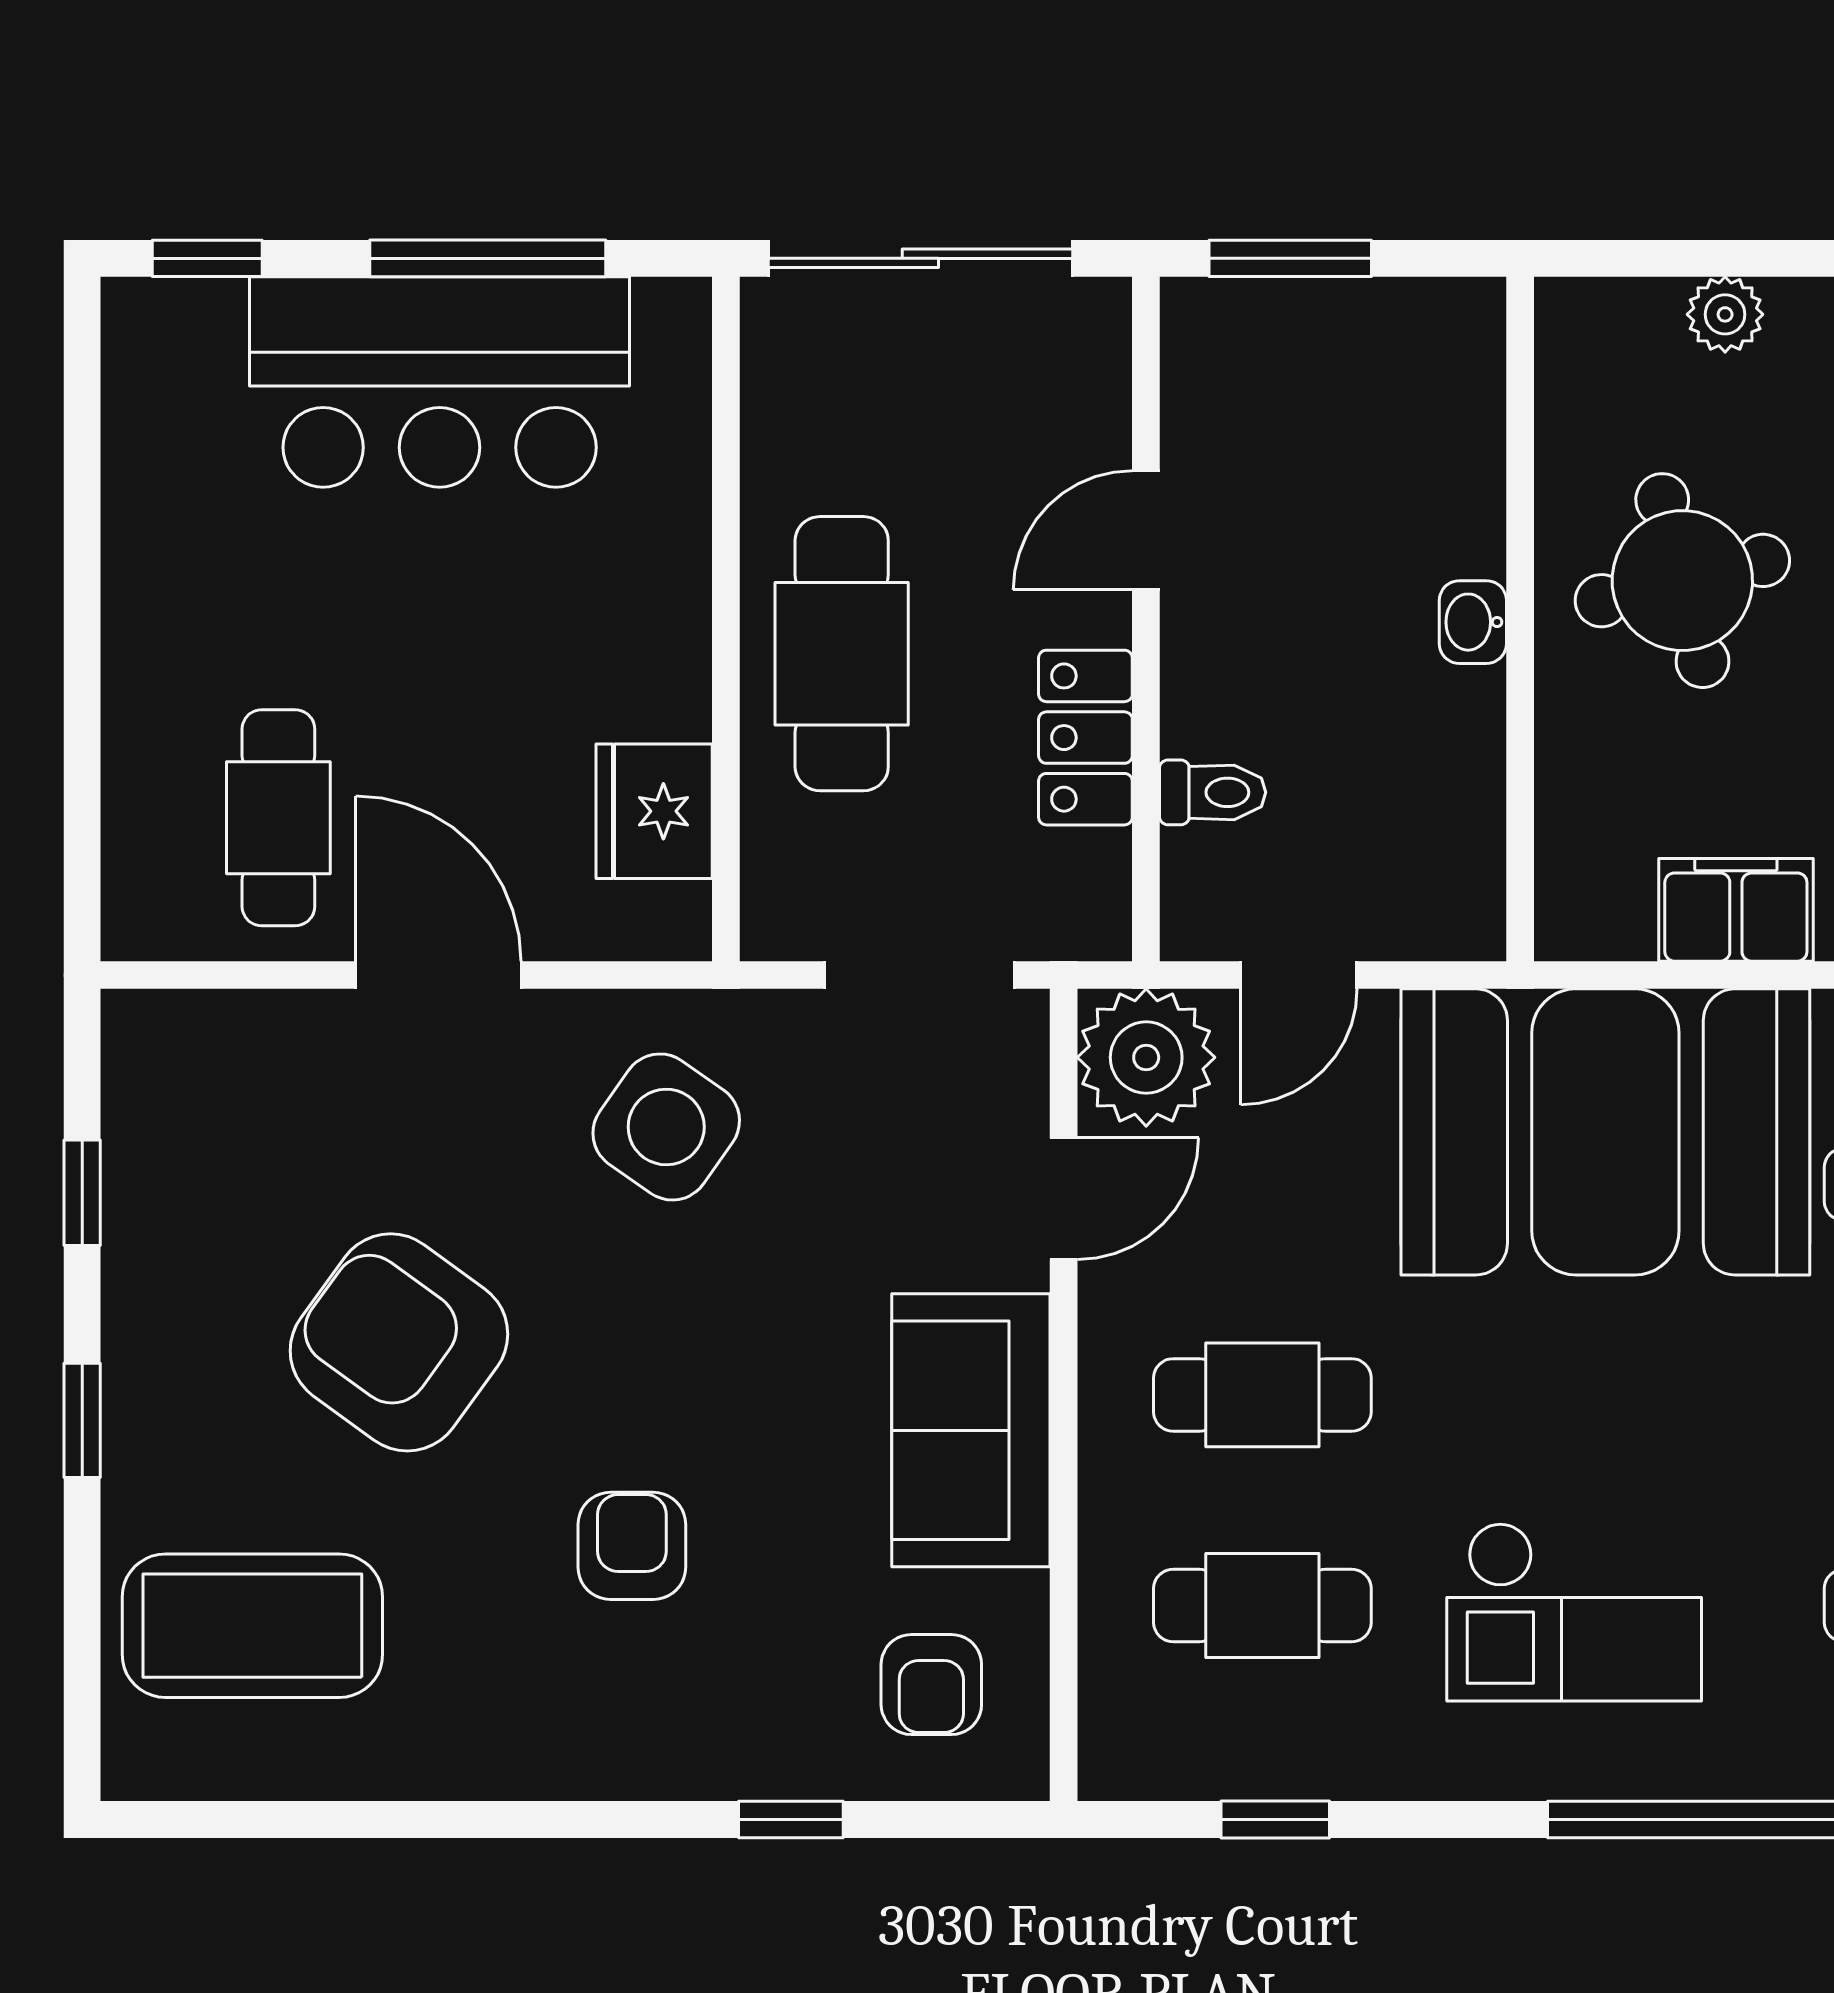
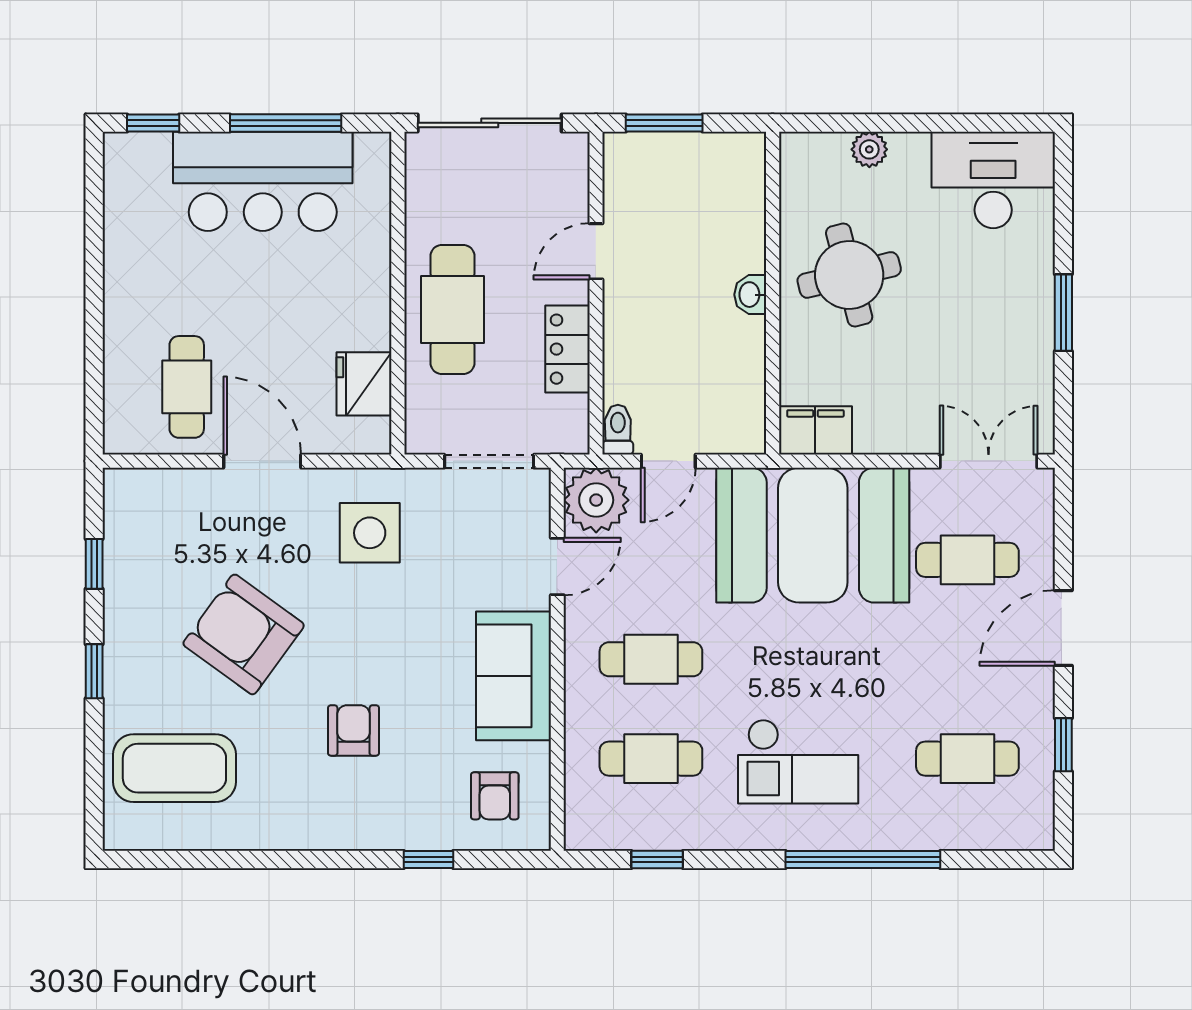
toilet: (1213, 792) -> (618, 430), moved, turned -90
filing cabinet: (1736, 910) -> (815, 430), moved
side table: (666, 1127) -> (370, 533), turned -35

